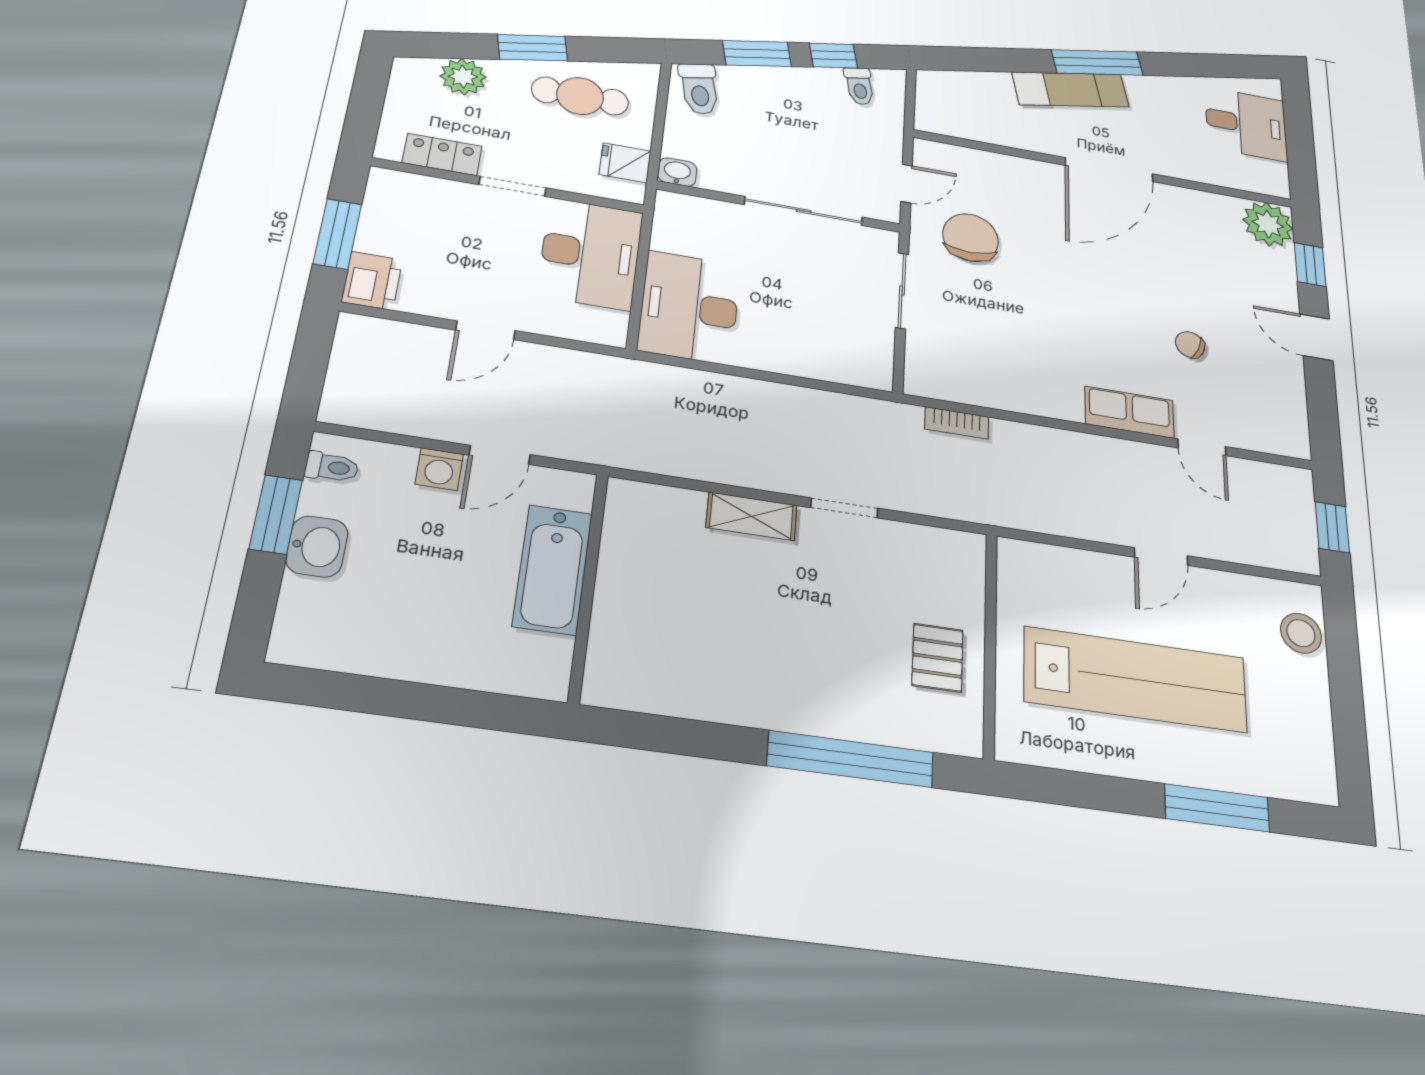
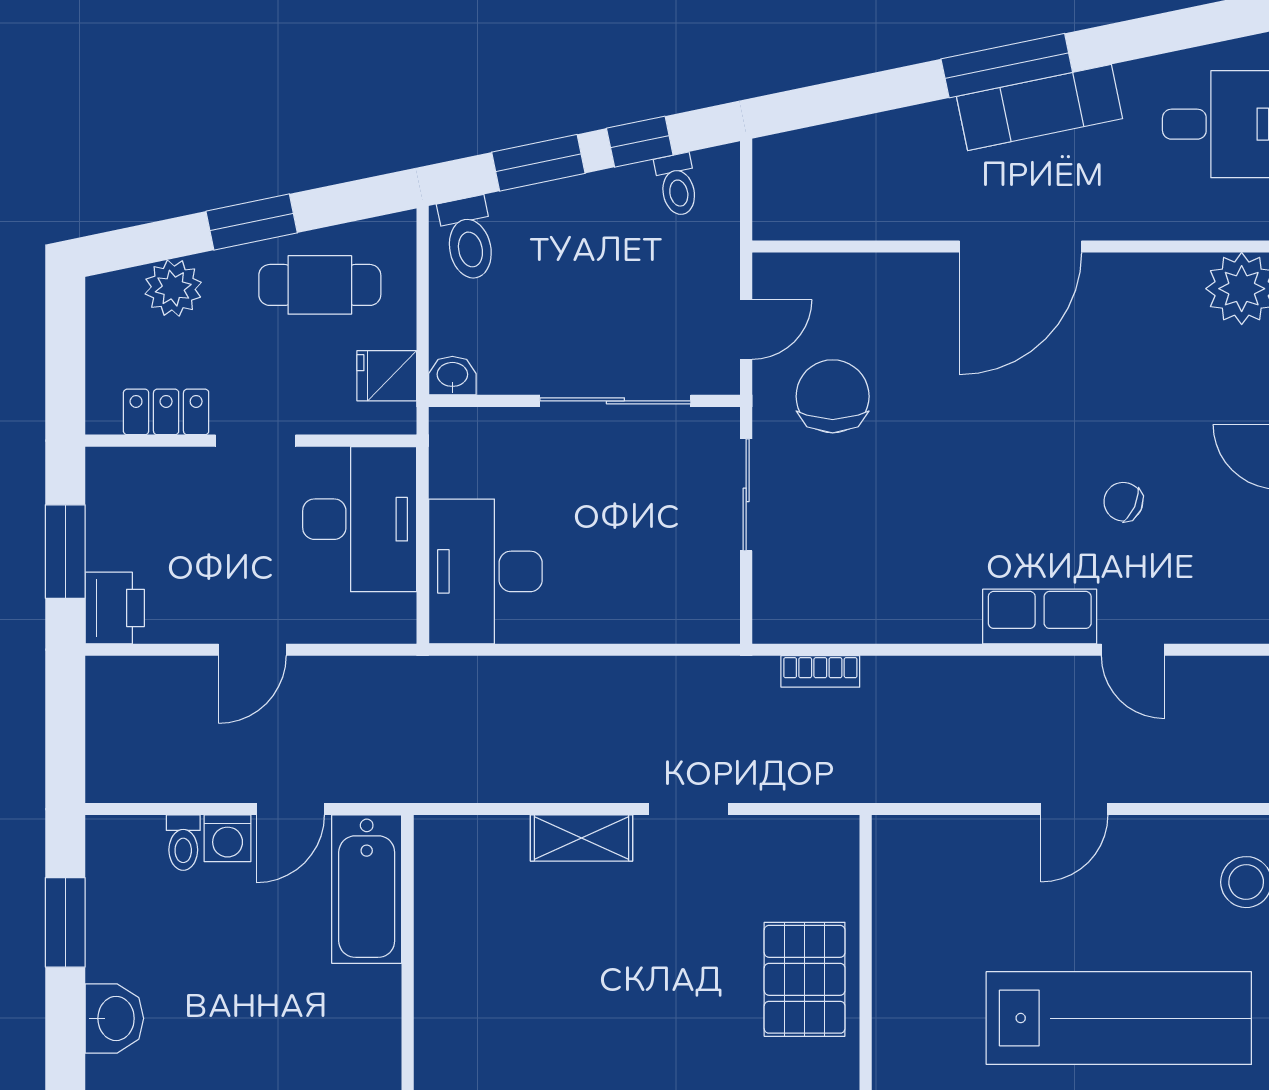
exam couch: (1070, 89) -> (1040, 108), moved
toilet: (332, 467) -> (183, 843), moved, turned 90
washbasin: (317, 546) -> (114, 1018), moved
bathtub: (553, 569) -> (367, 889), moved
pallet: (937, 658) -> (805, 979), width x1.50, depth x1.42
lab bench: (1136, 679) -> (1119, 1018), moved

